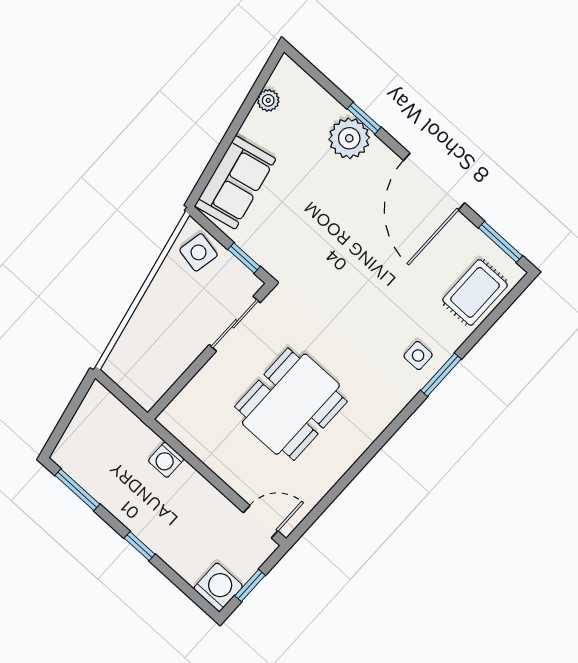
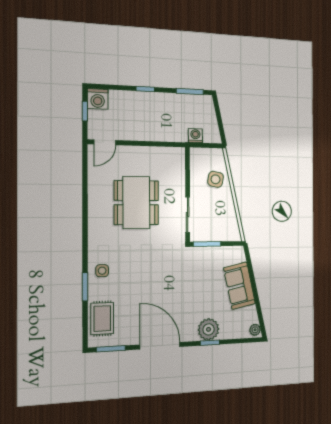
plant: (268, 100) -> (255, 330), moved
sofa: (235, 182) -> (239, 286), moved
side table: (199, 252) -> (216, 179), moved
window: (244, 258) -> (207, 244), width x1.50
window: (441, 375) -> (85, 287), moved
washing machine: (166, 460) -> (195, 136), moved

